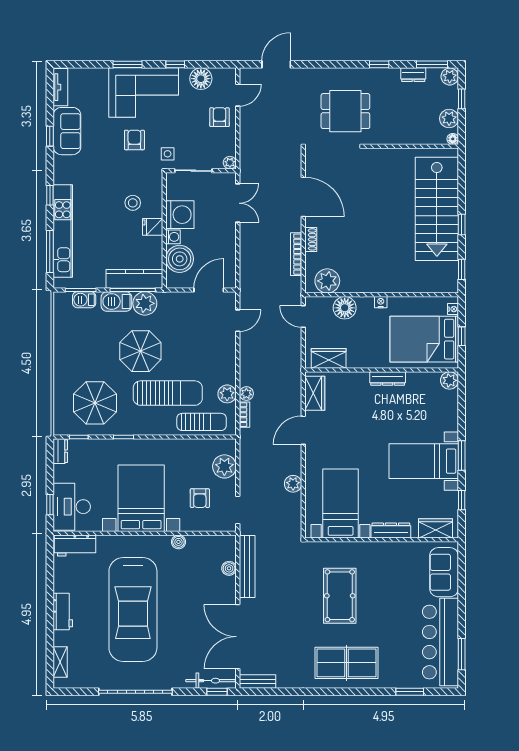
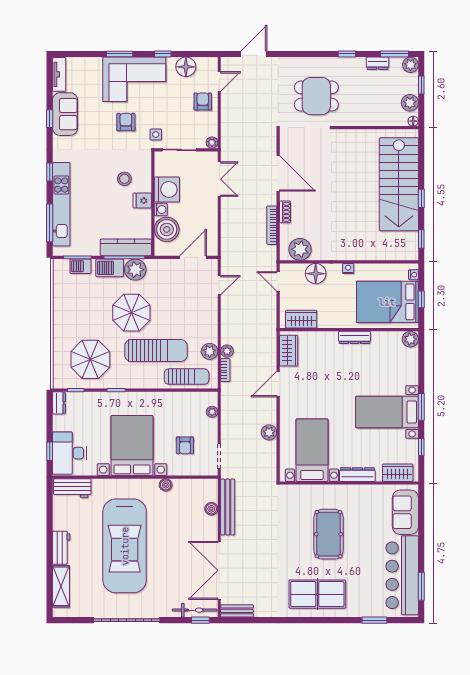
plant: (224, 466) -> (212, 412), width x0.53, depth x0.53
pool table: (340, 596) -> (328, 534), moved
shelving: (60, 662) -> (61, 586), width x1.50, depth x1.33

